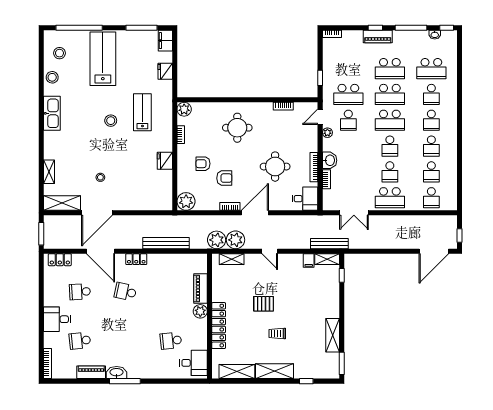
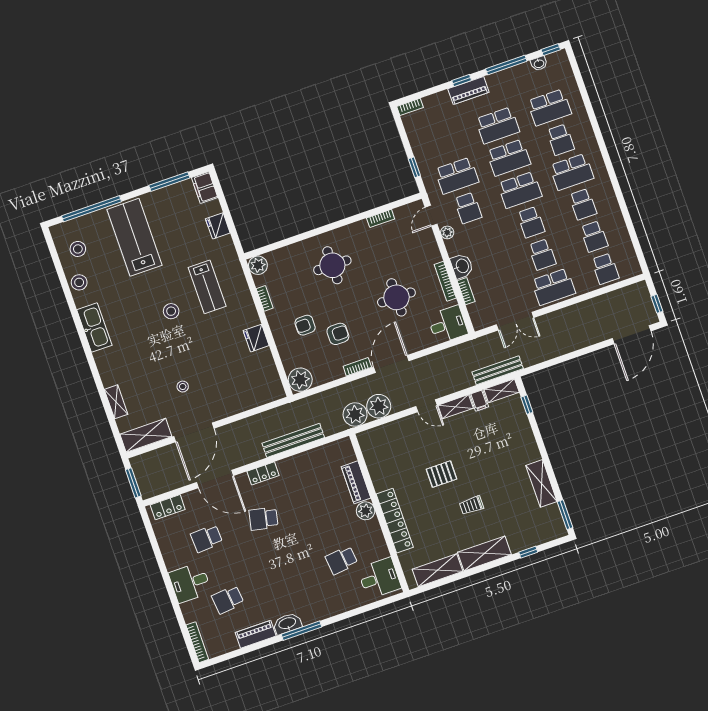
lab bench: (142, 112) -> (207, 287), turned 180
school desk: (431, 120) -> (572, 172), width x1.85
shelving: (232, 259) -> (456, 407), moved

